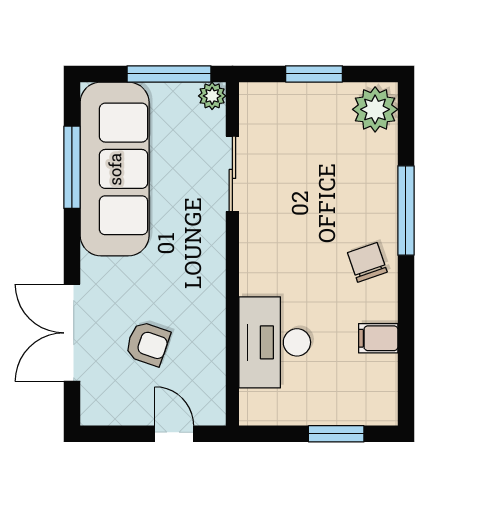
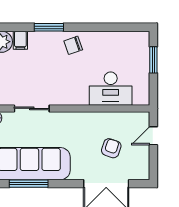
window: (406, 211) -> (49, 27), width x0.69
filing cabinet: (378, 338) -> (20, 40), moved

